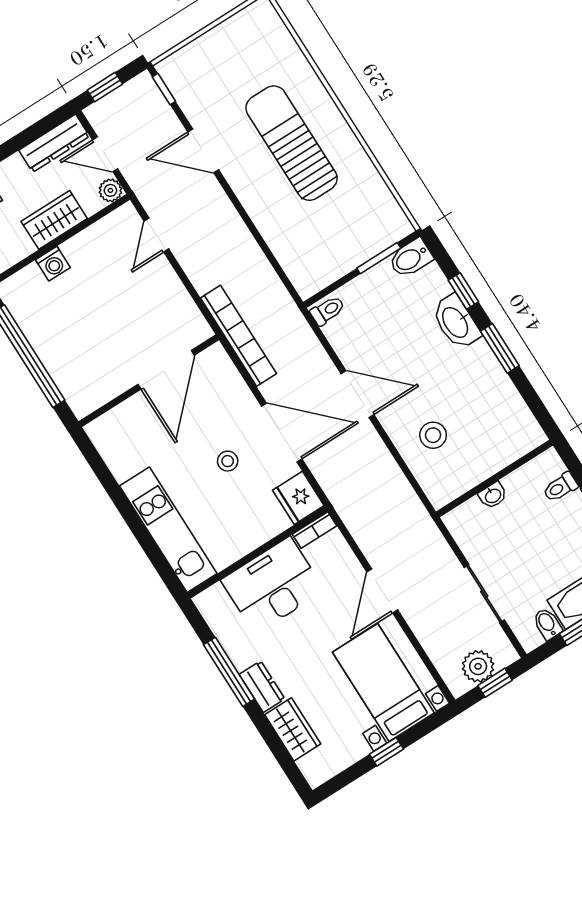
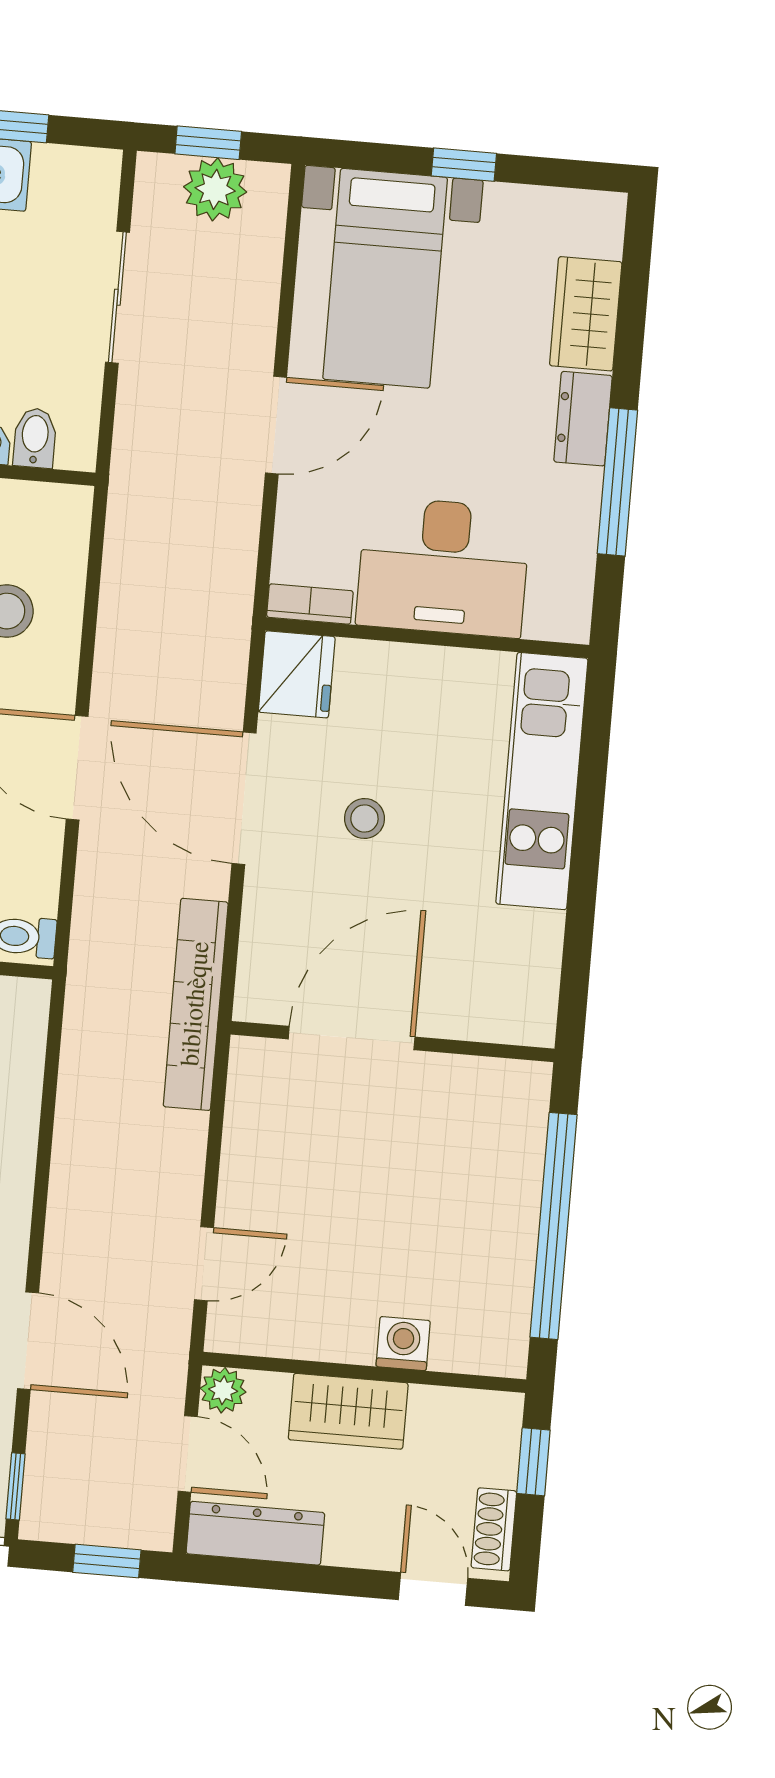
bidet: (547, 624) -> (35, 438), moved, turned 180

